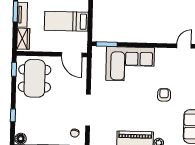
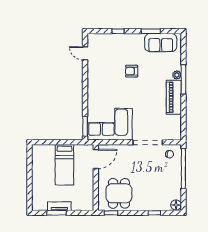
wardrobe: (23, 39) -> (82, 205), removed
corner sofa: (130, 64) -> (110, 124), moved, turned -90
dining table: (35, 78) -> (119, 193), width x0.73

